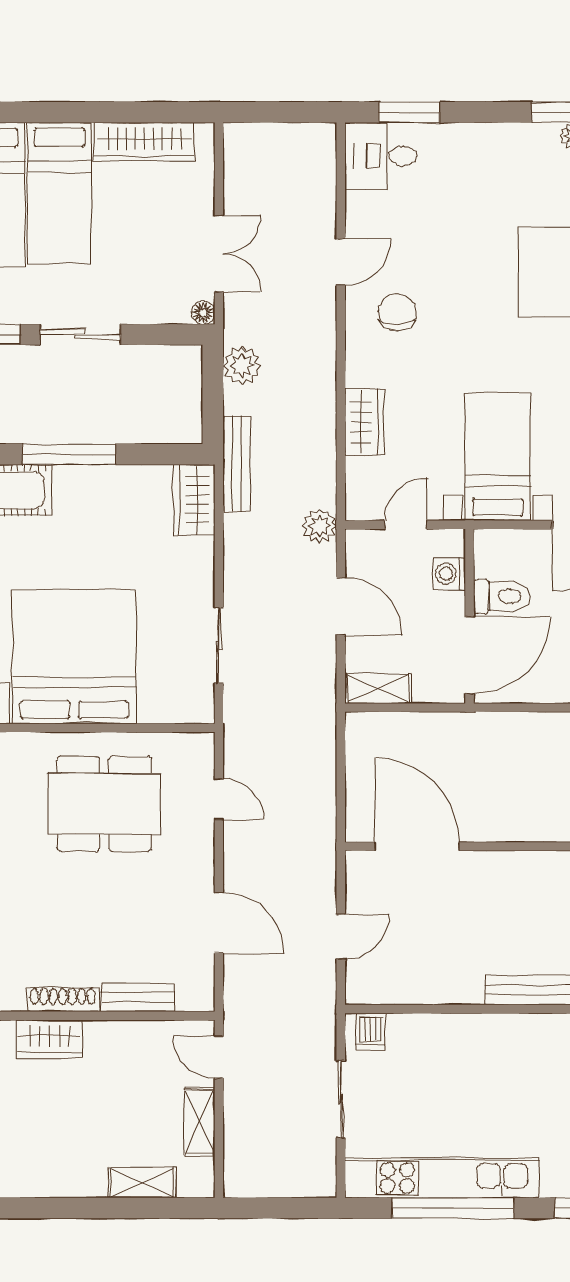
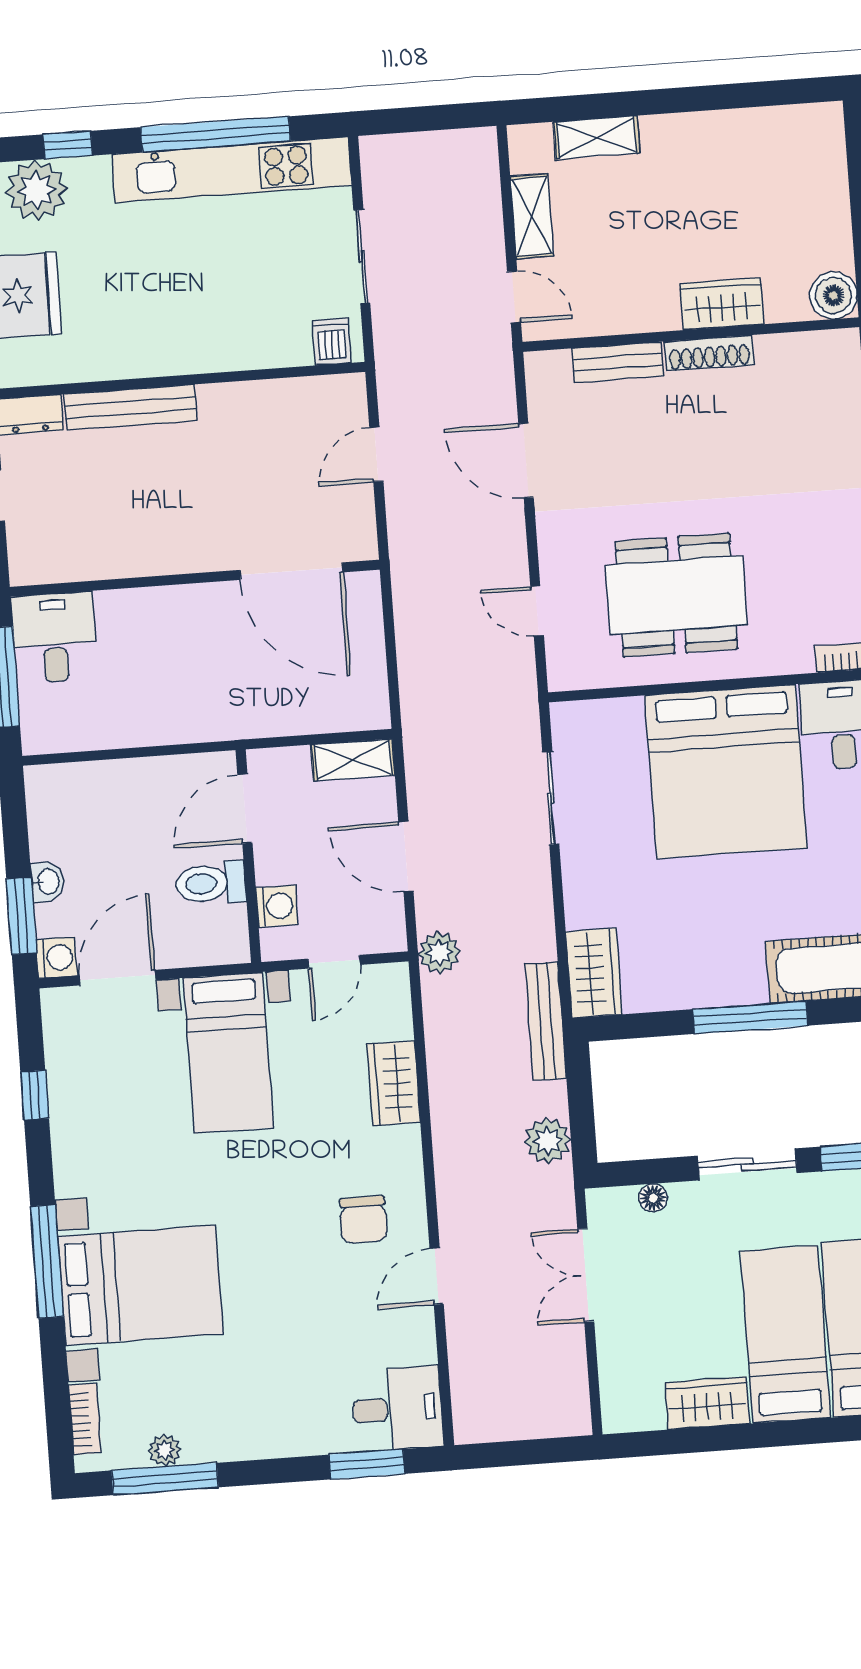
wardrobe: (144, 142) -> (707, 1403), width x0.67
floor lamp: (203, 313) -> (653, 1198), moved
door: (469, 655) -> (245, 809), width x0.73

